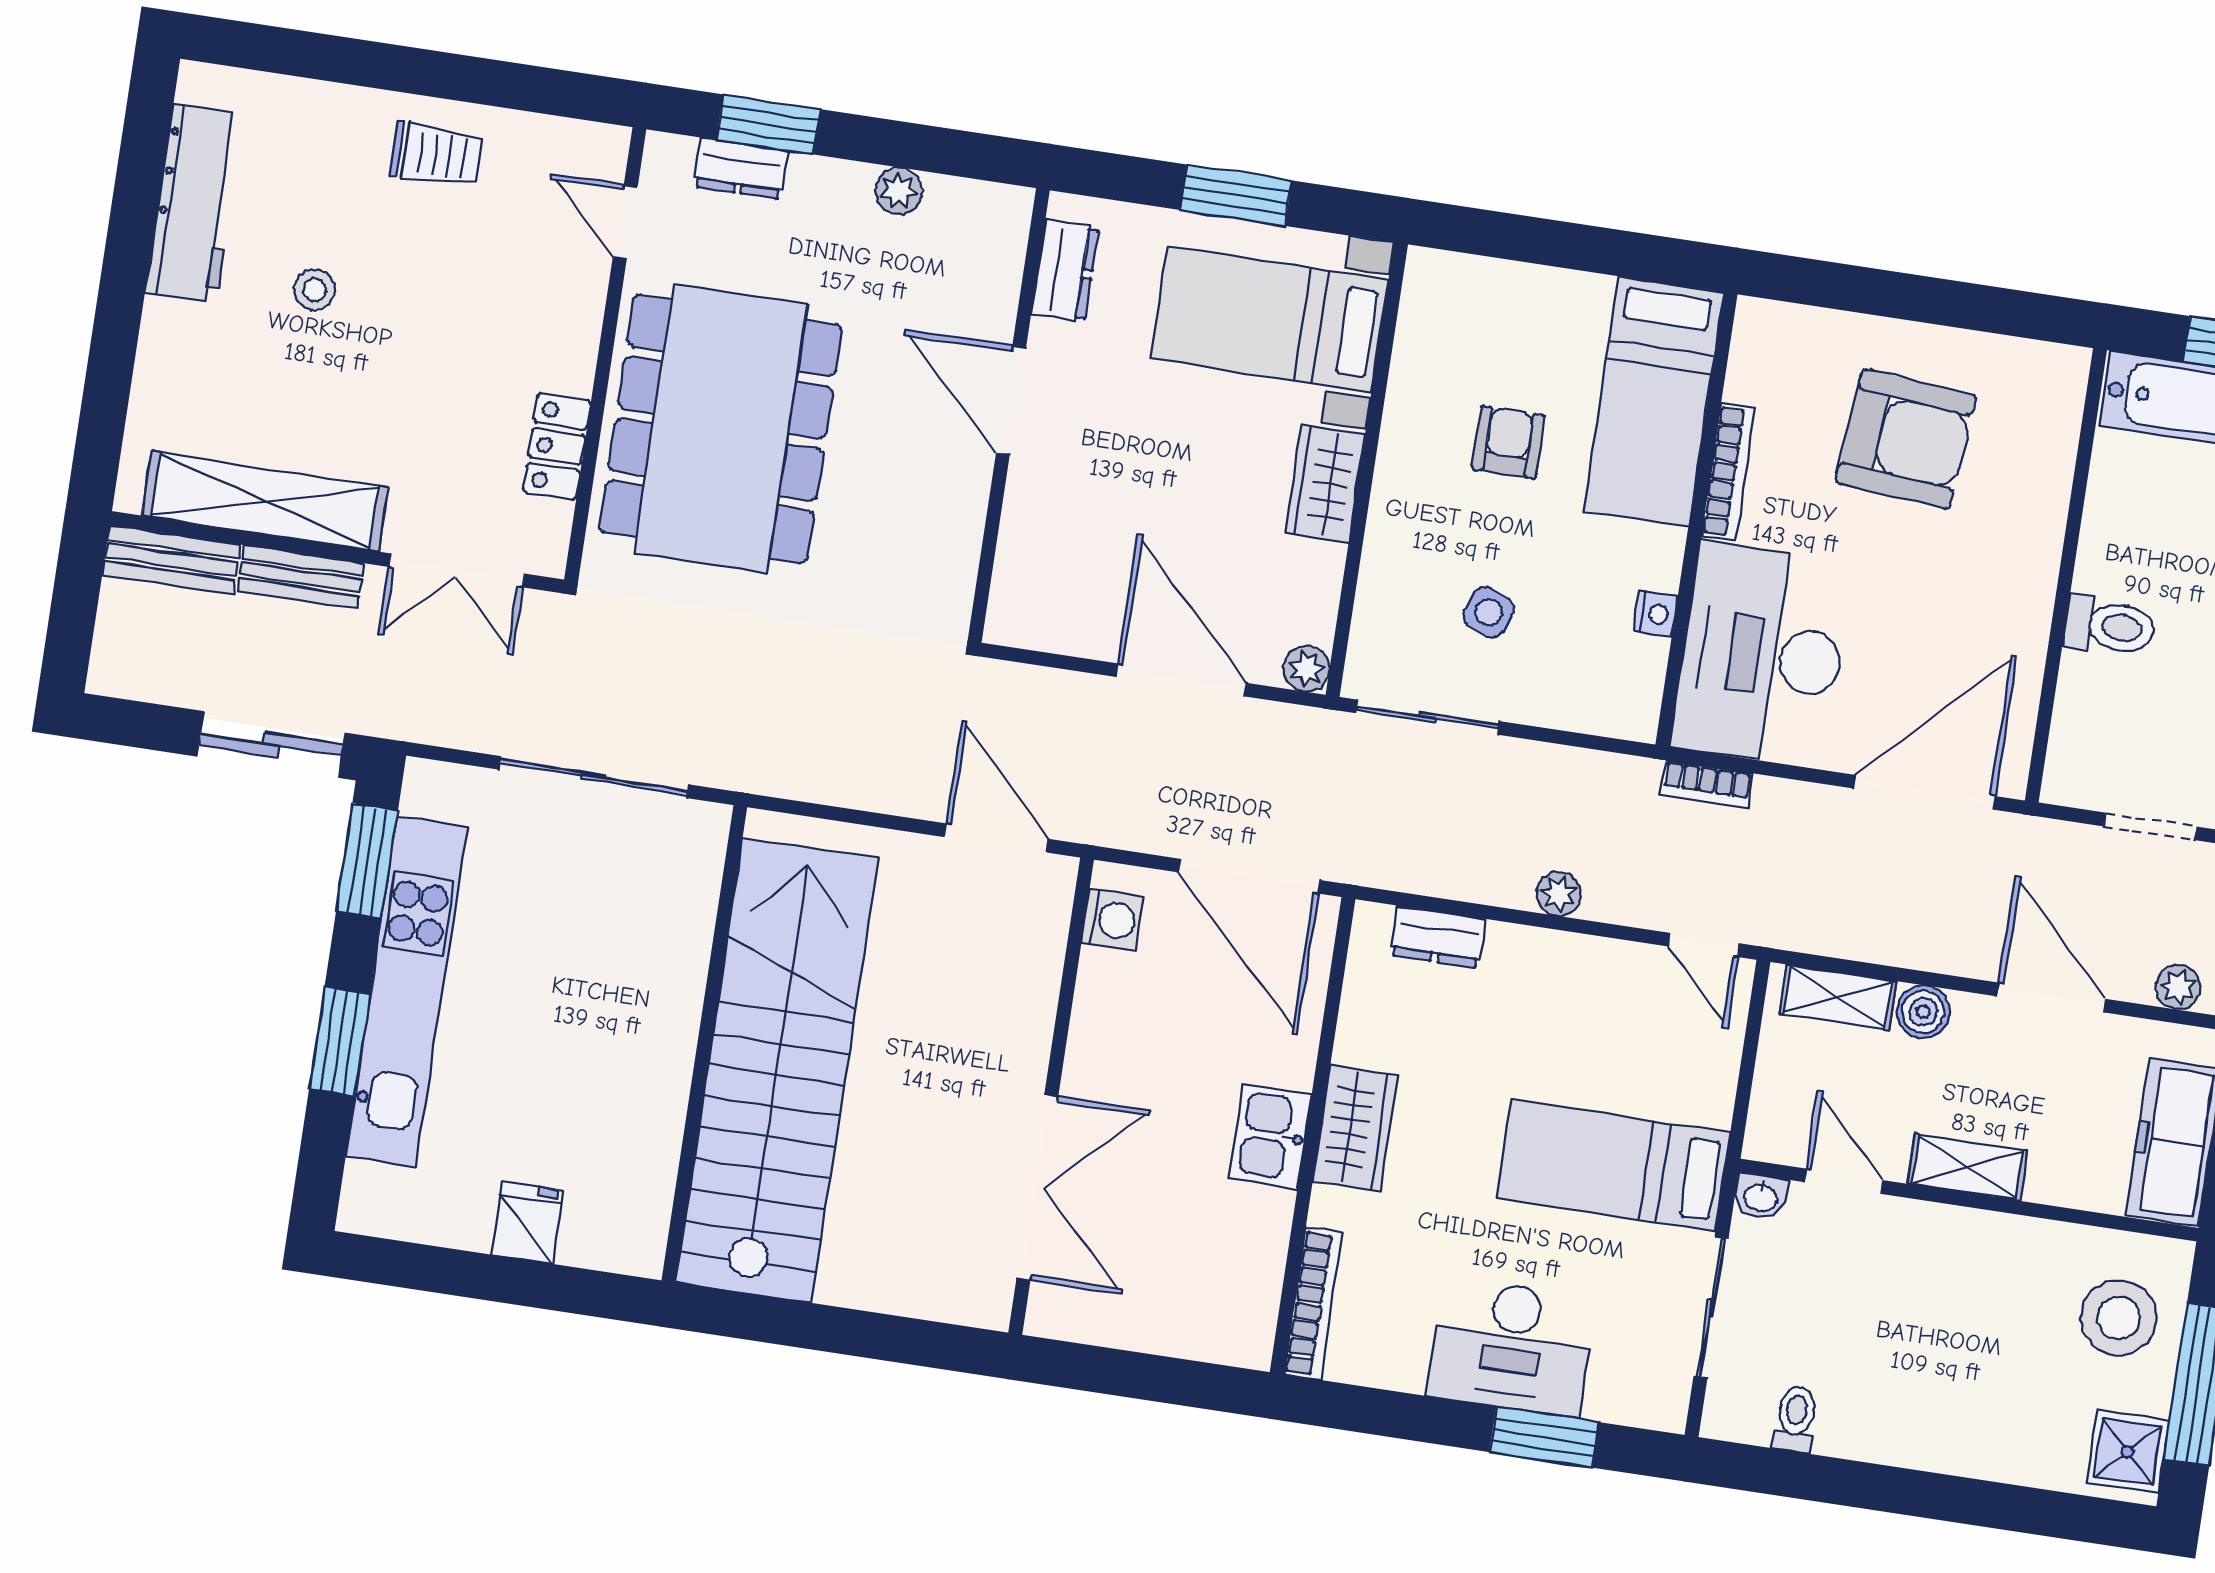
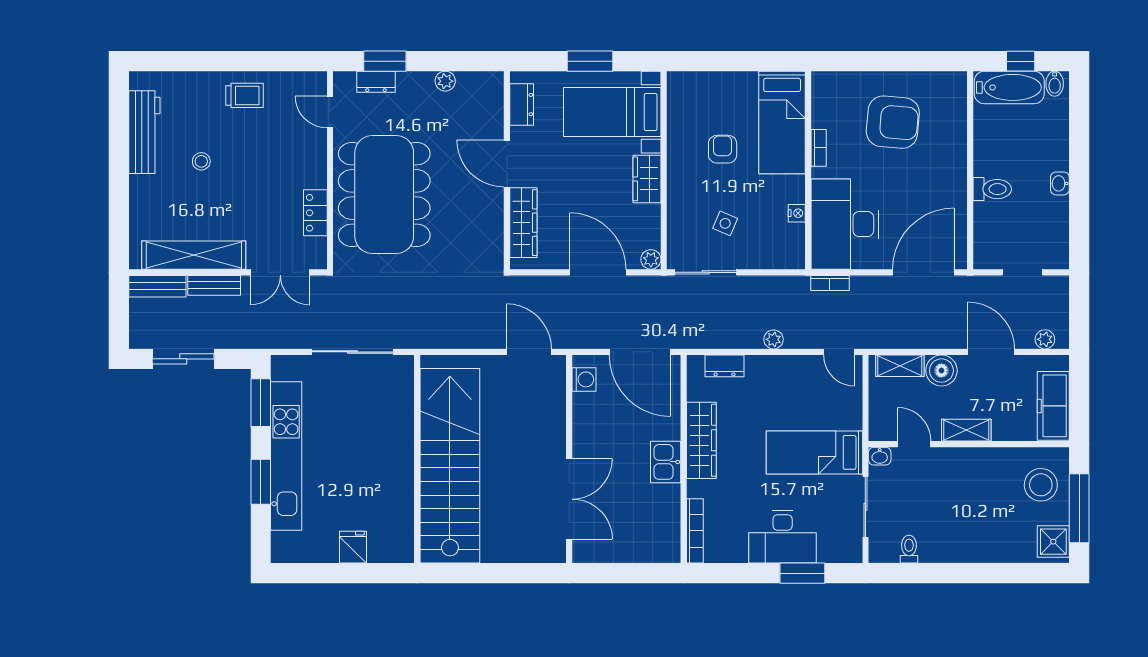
bookcase: (1728, 472) -> (819, 148), width x0.64
wardrobe: (1028, 541) -> (523, 223), added
sliding door: (271, 745) -> (183, 359), moved
boiler: (1923, 1012) -> (941, 371), width x1.36, depth x1.36
wardrobe: (1355, 1128) -> (701, 440), width x1.50

